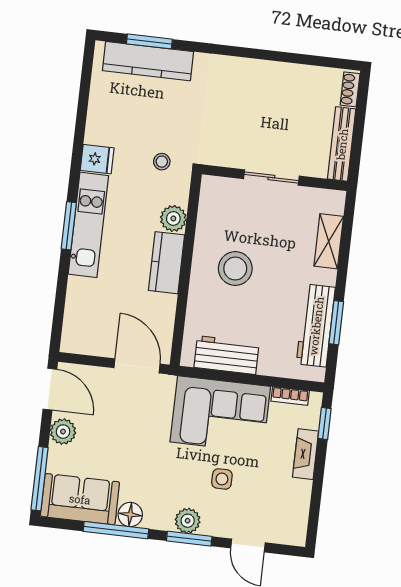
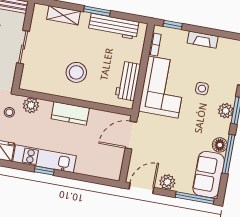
plant: (173, 218) -> (31, 105), moved
window: (69, 226) -> (44, 171), width x0.67
window: (336, 323) -> (97, 11), moved
fireplace: (306, 454) -> (203, 40), moved

